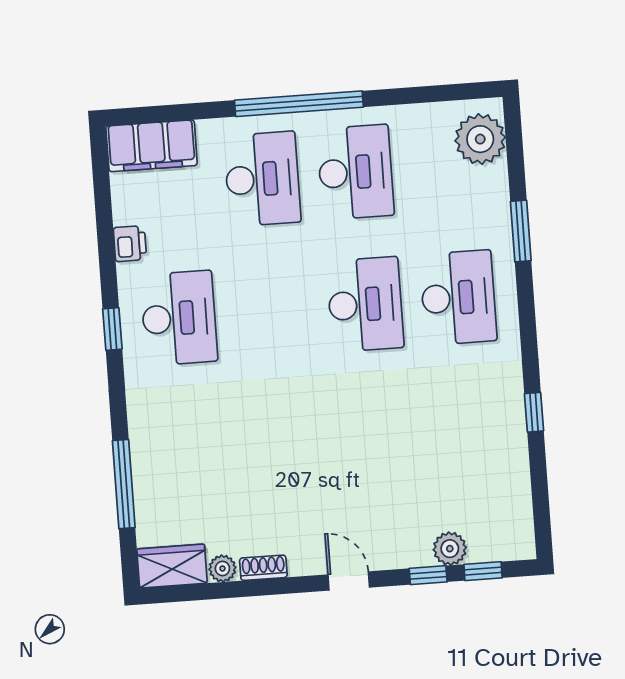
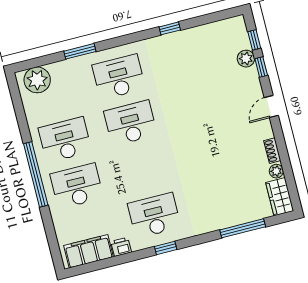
filing cabinet: (152, 146) -> (88, 251), moved, turned -90

